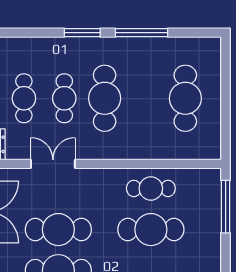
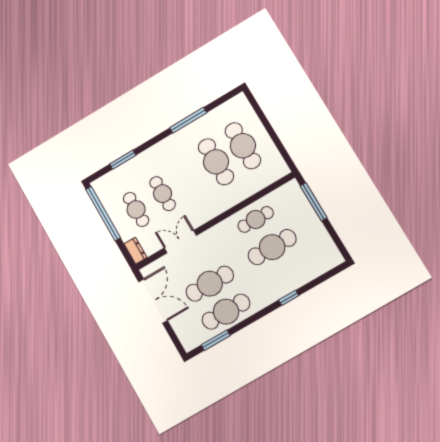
window: (82, 33) -> (123, 160), moved
cafe table: (105, 98) -> (216, 162), moved

